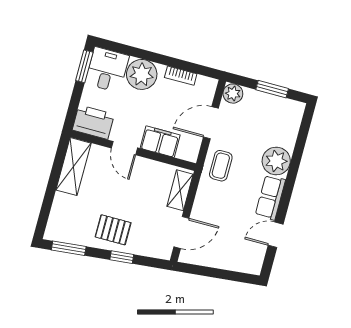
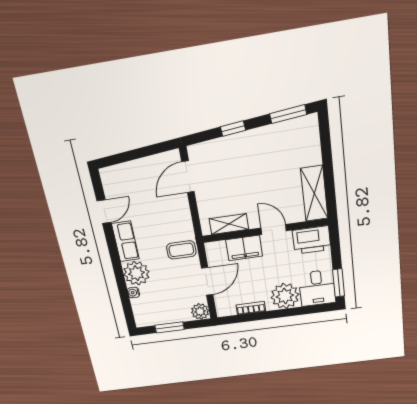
water cooler: (289, 142) -> (133, 293), added
coffee table: (221, 166) -> (181, 250), turned 90
shelving: (180, 190) -> (229, 224), moved, turned 90
pallet: (113, 230) -> (253, 151), removed

